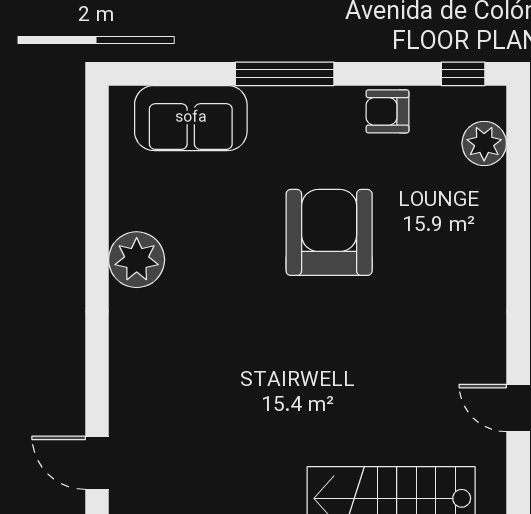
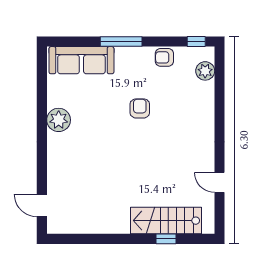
sofa: (191, 118) -> (81, 60), width x1.36
armchair: (329, 232) -> (140, 108), width x0.53, depth x0.53

